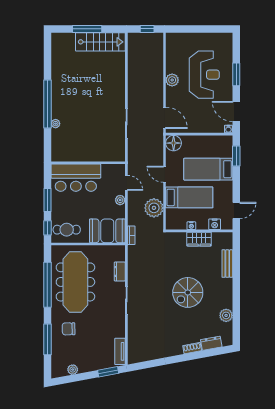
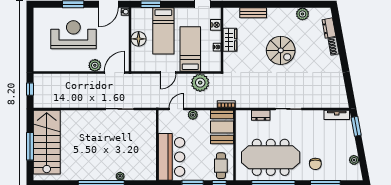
stairs: (100, 42) -> (47, 142), width x1.36, depth x1.51
plant: (172, 80) -> (95, 65), moved
floor lamp: (174, 143) -> (139, 39), moved

